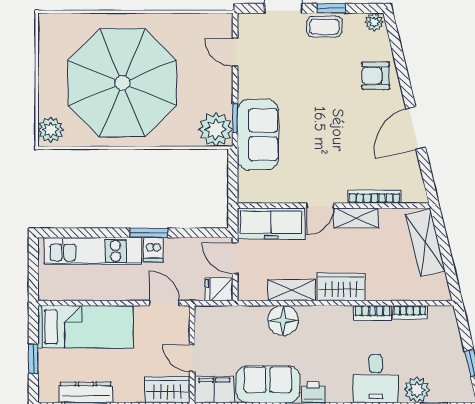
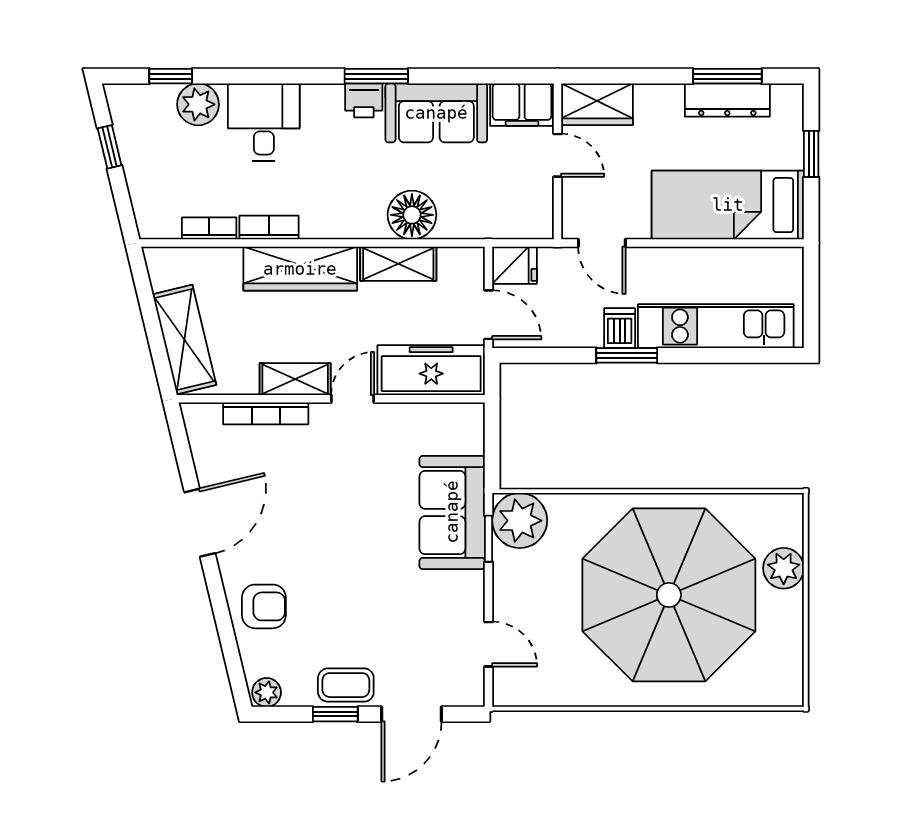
plant: (51, 130) -> (784, 568), moved
wardrobe: (341, 287) -> (300, 269), width x1.50

